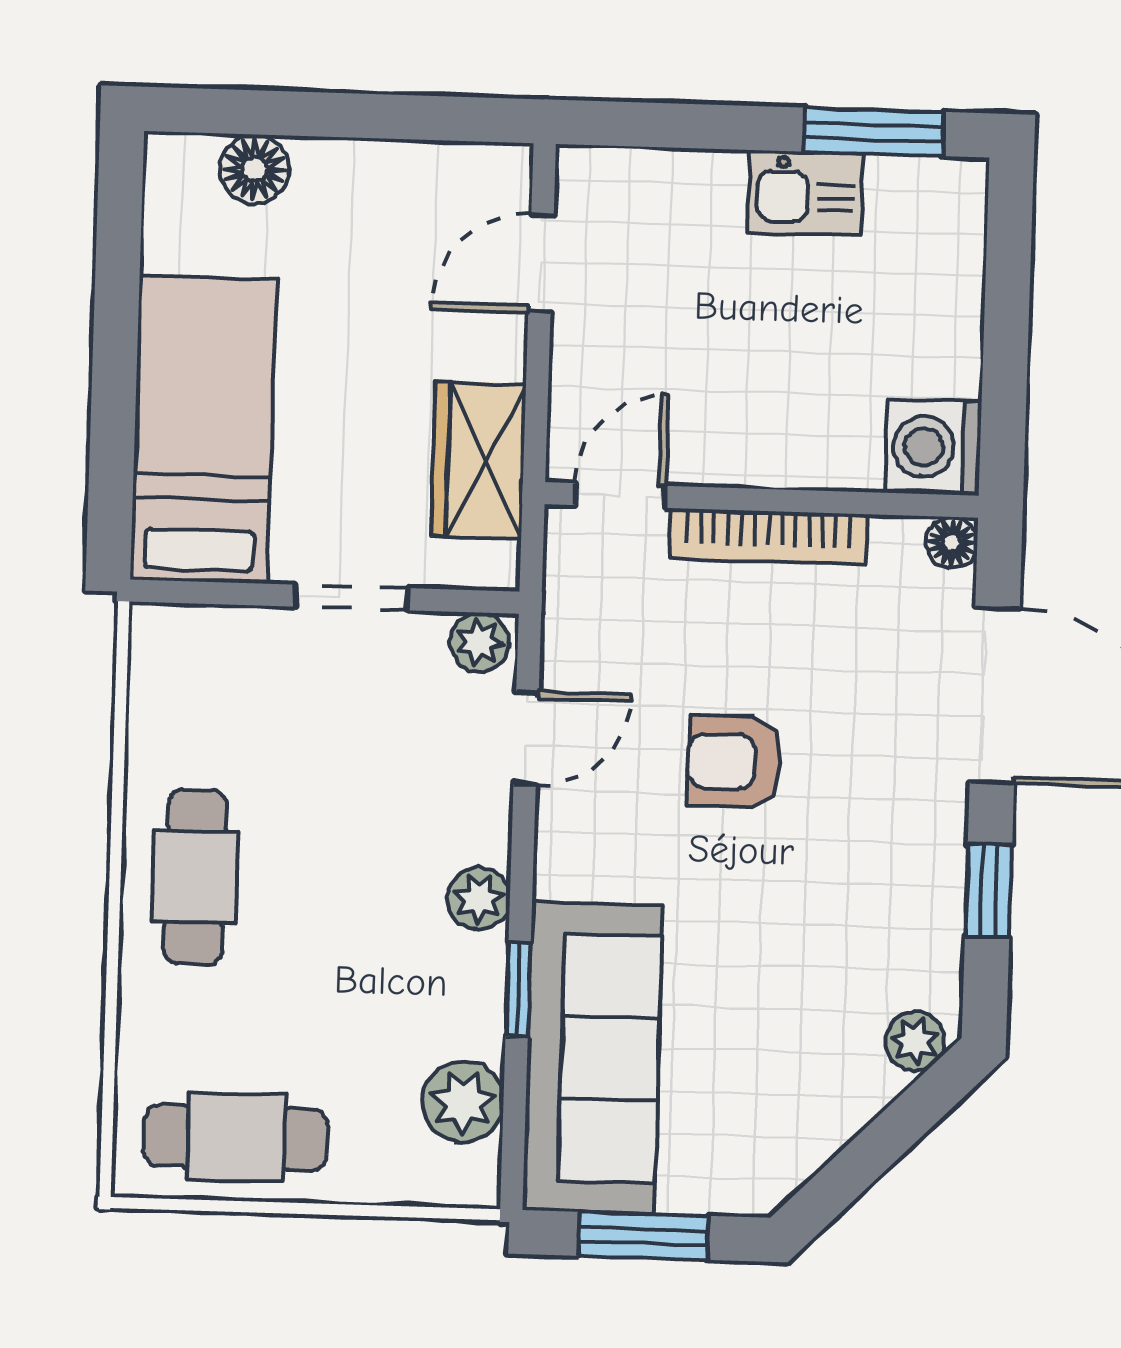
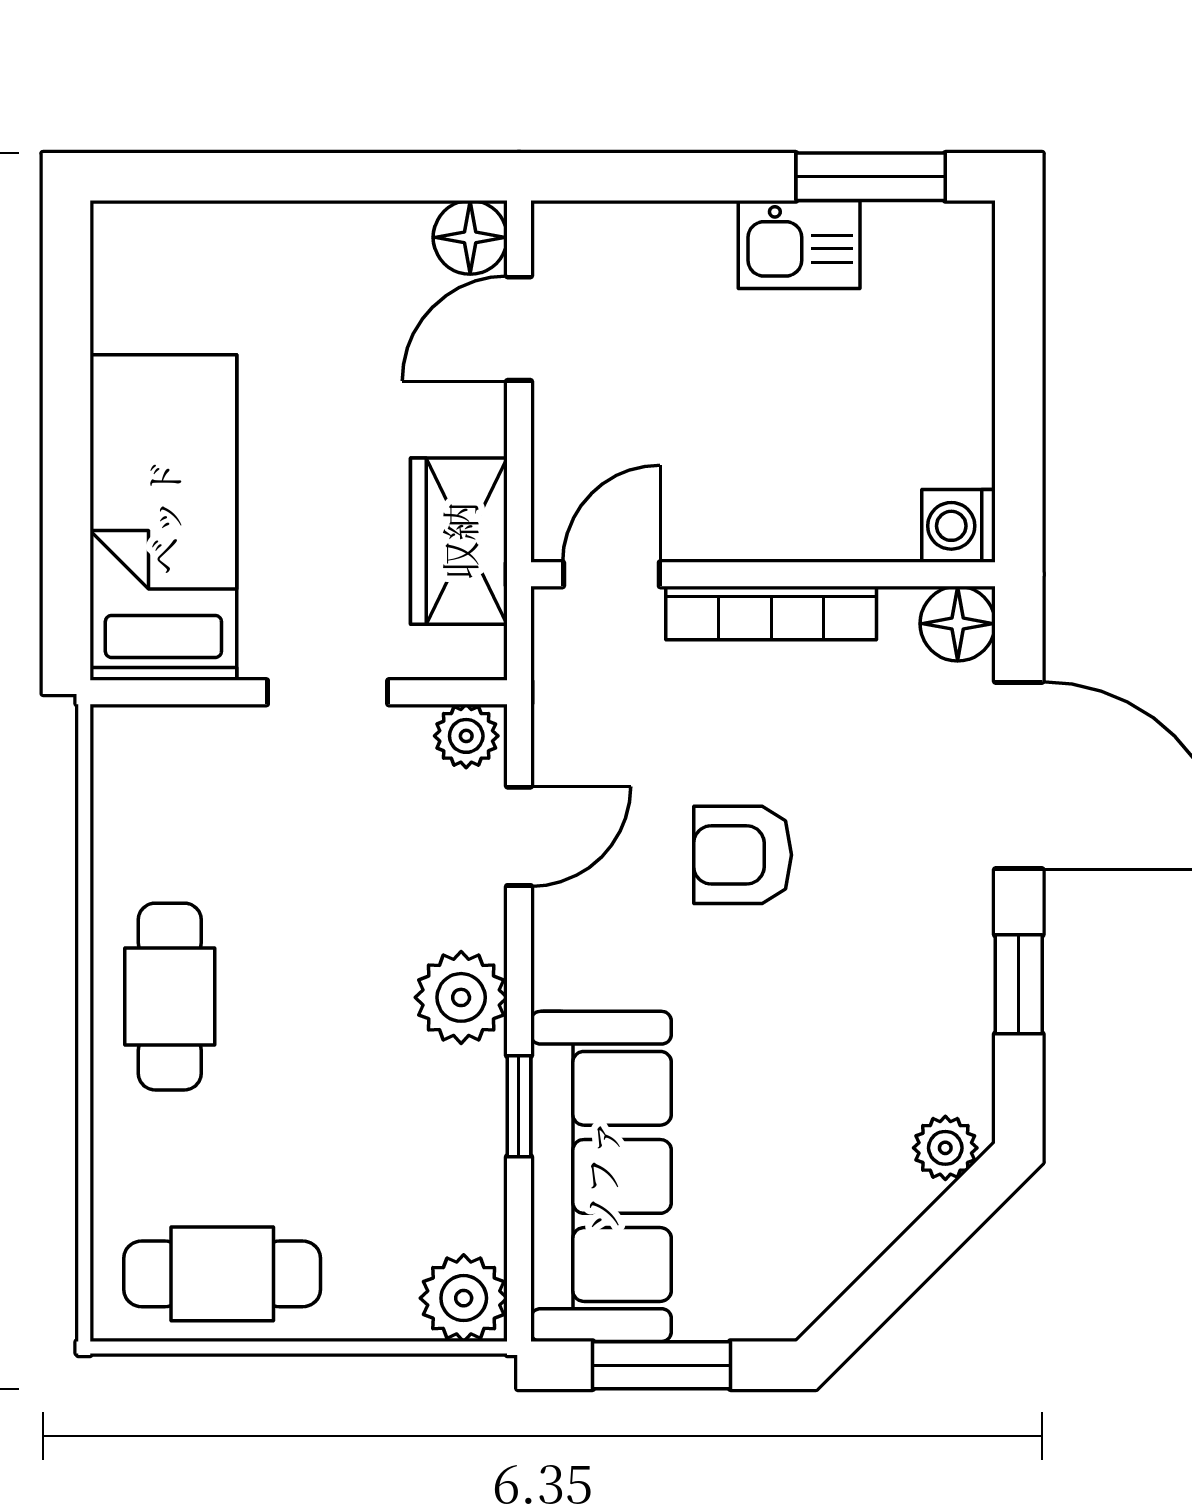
floor lamp: (254, 169) -> (470, 237), moved
washing machine: (933, 447) -> (959, 526), width x0.73, depth x0.73
floor lamp: (952, 543) -> (958, 624), width x1.37, depth x1.37
plant: (479, 899) -> (461, 997), width x1.38, depth x1.38
plant: (463, 1102) -> (464, 1298), moved

